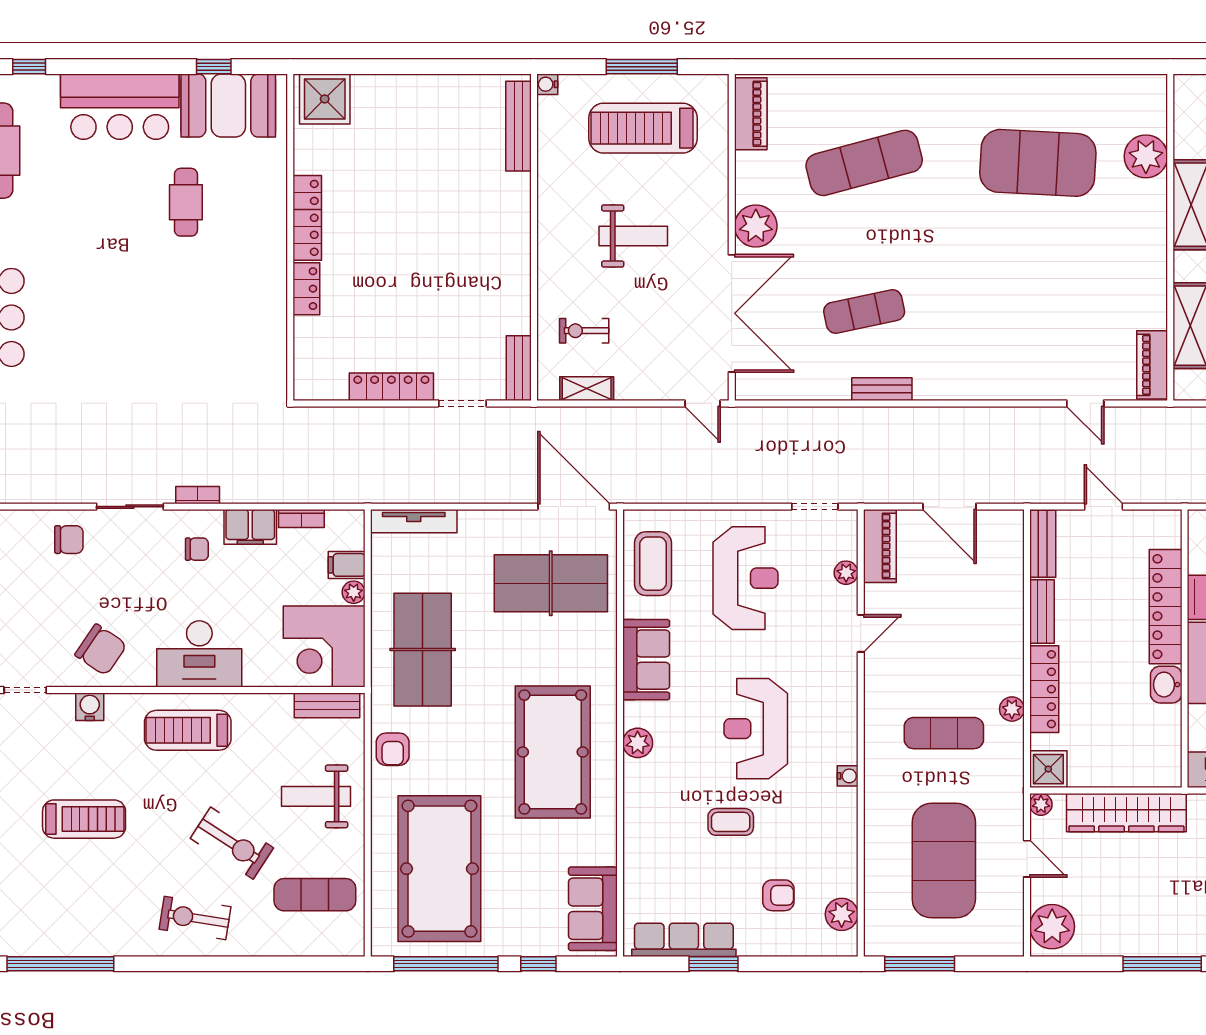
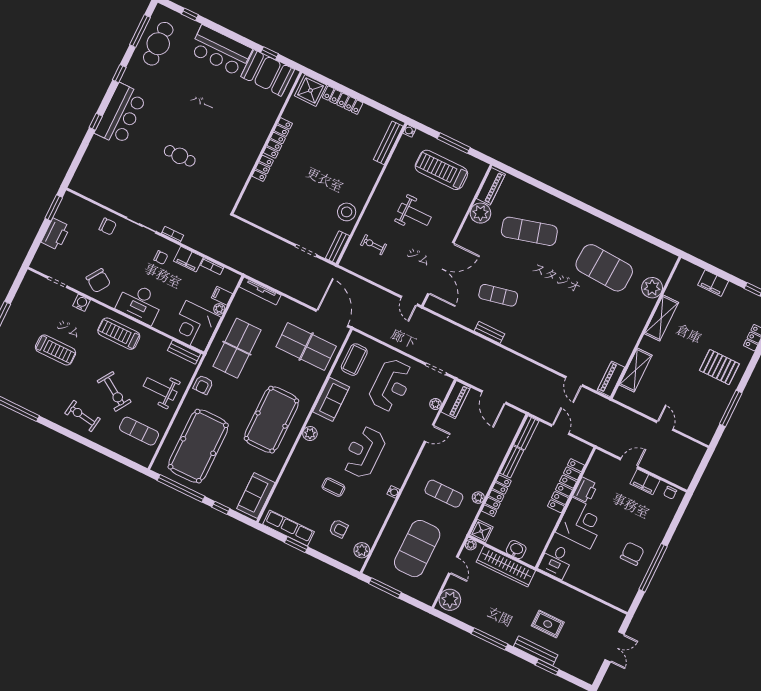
cafe table: (186, 202) -> (180, 156), moved, turned 90
plant: (756, 226) -> (480, 213), moved
stool: (504, 294) -> (347, 212), added
locker: (391, 387) -> (343, 100), moved, turned 180
shelving: (587, 389) -> (362, 270), removed
washbasin: (1166, 685) -> (516, 550), moved, turned 90

